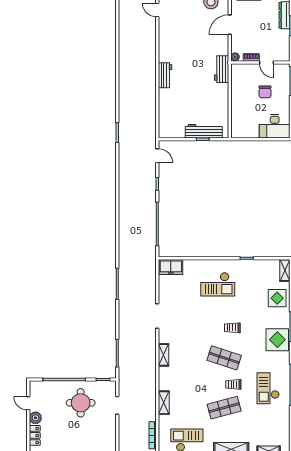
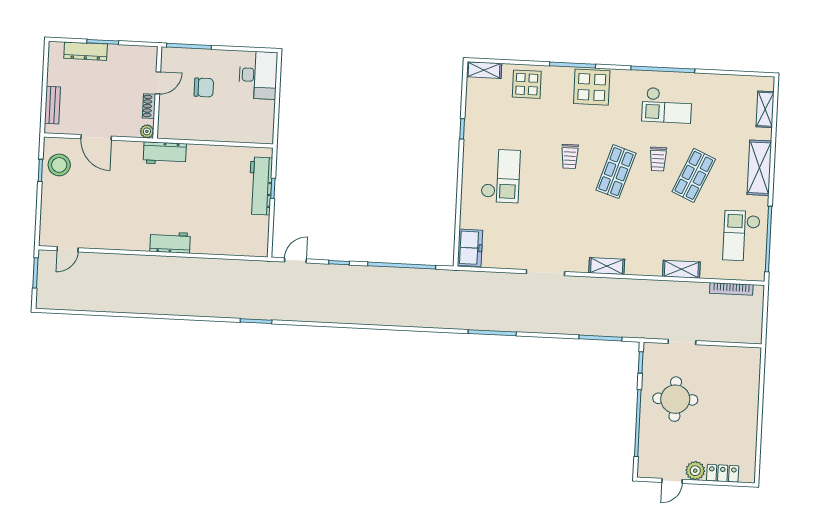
shop shelf: (224, 408) -> (694, 175), turned 39

